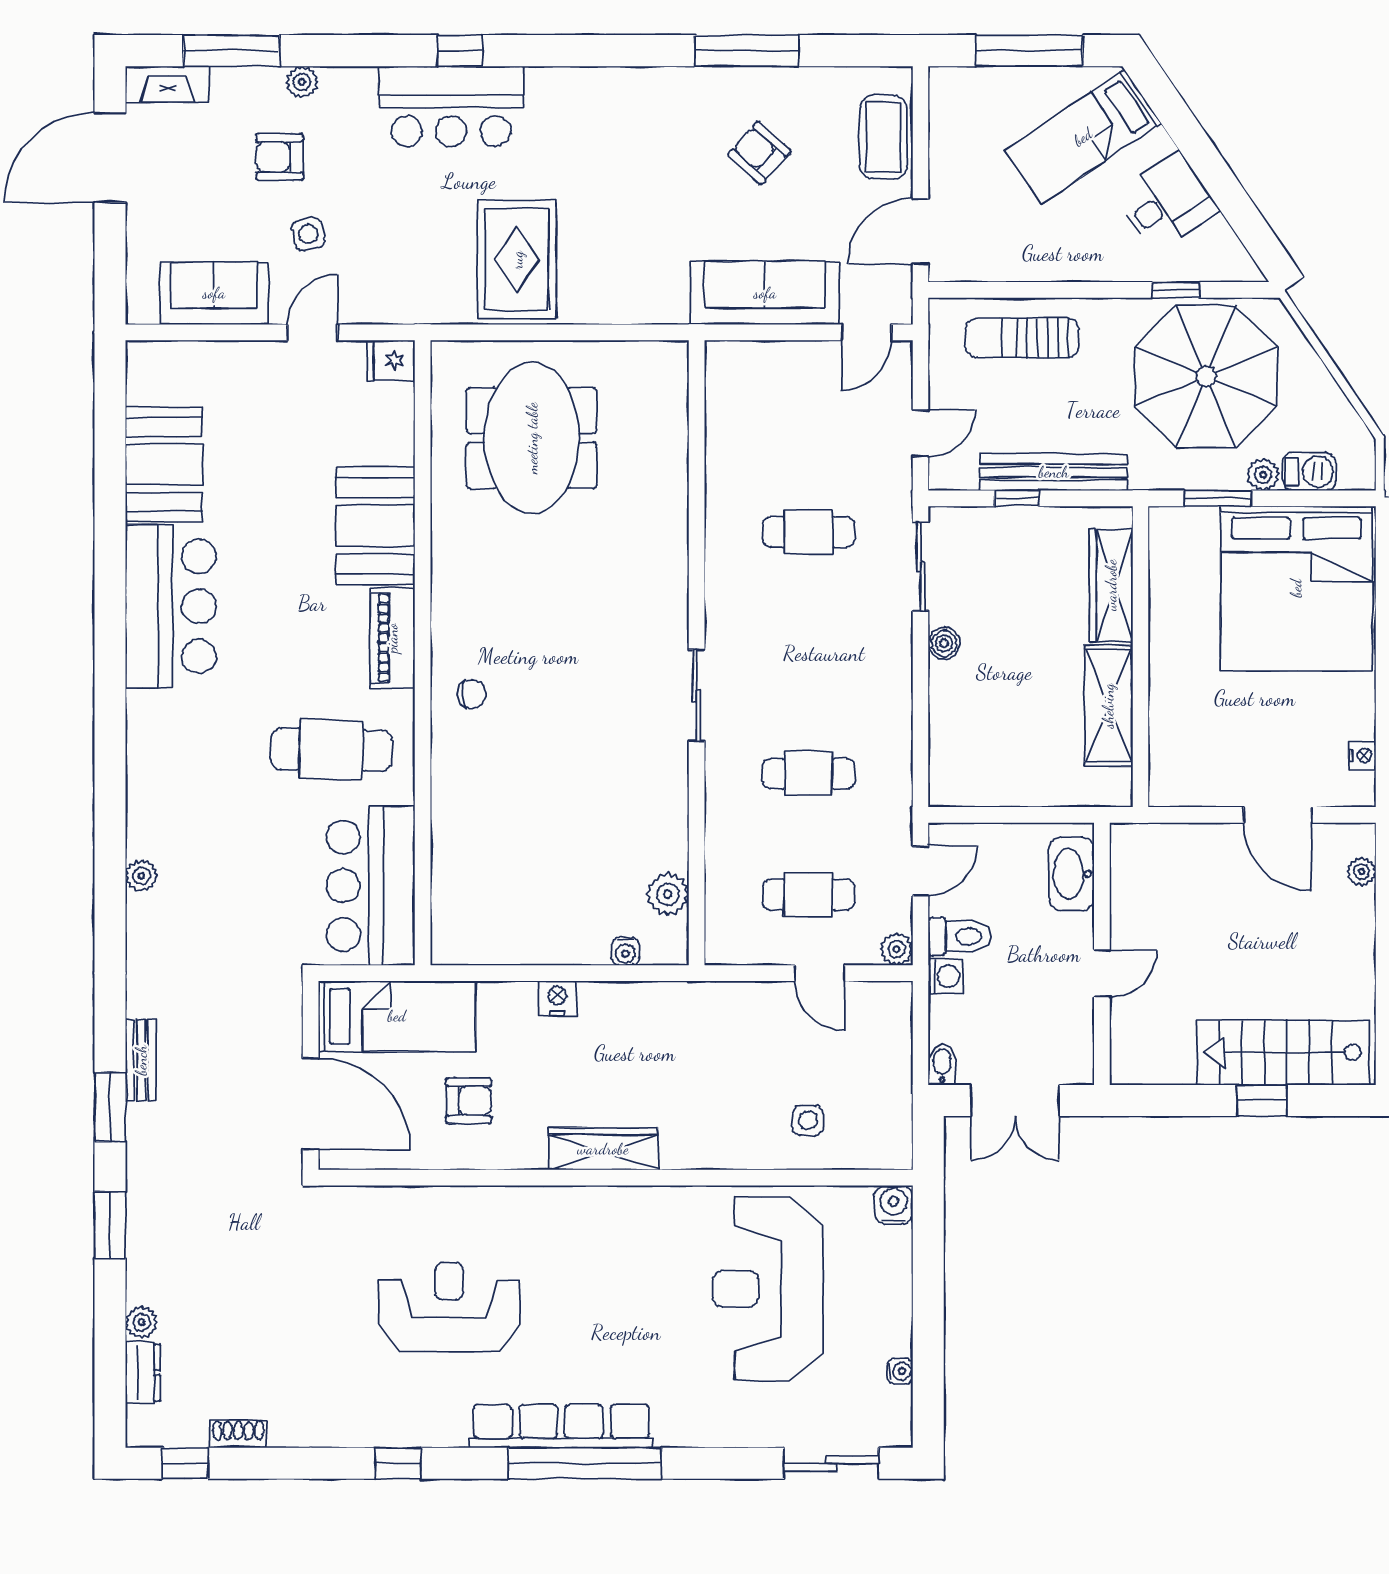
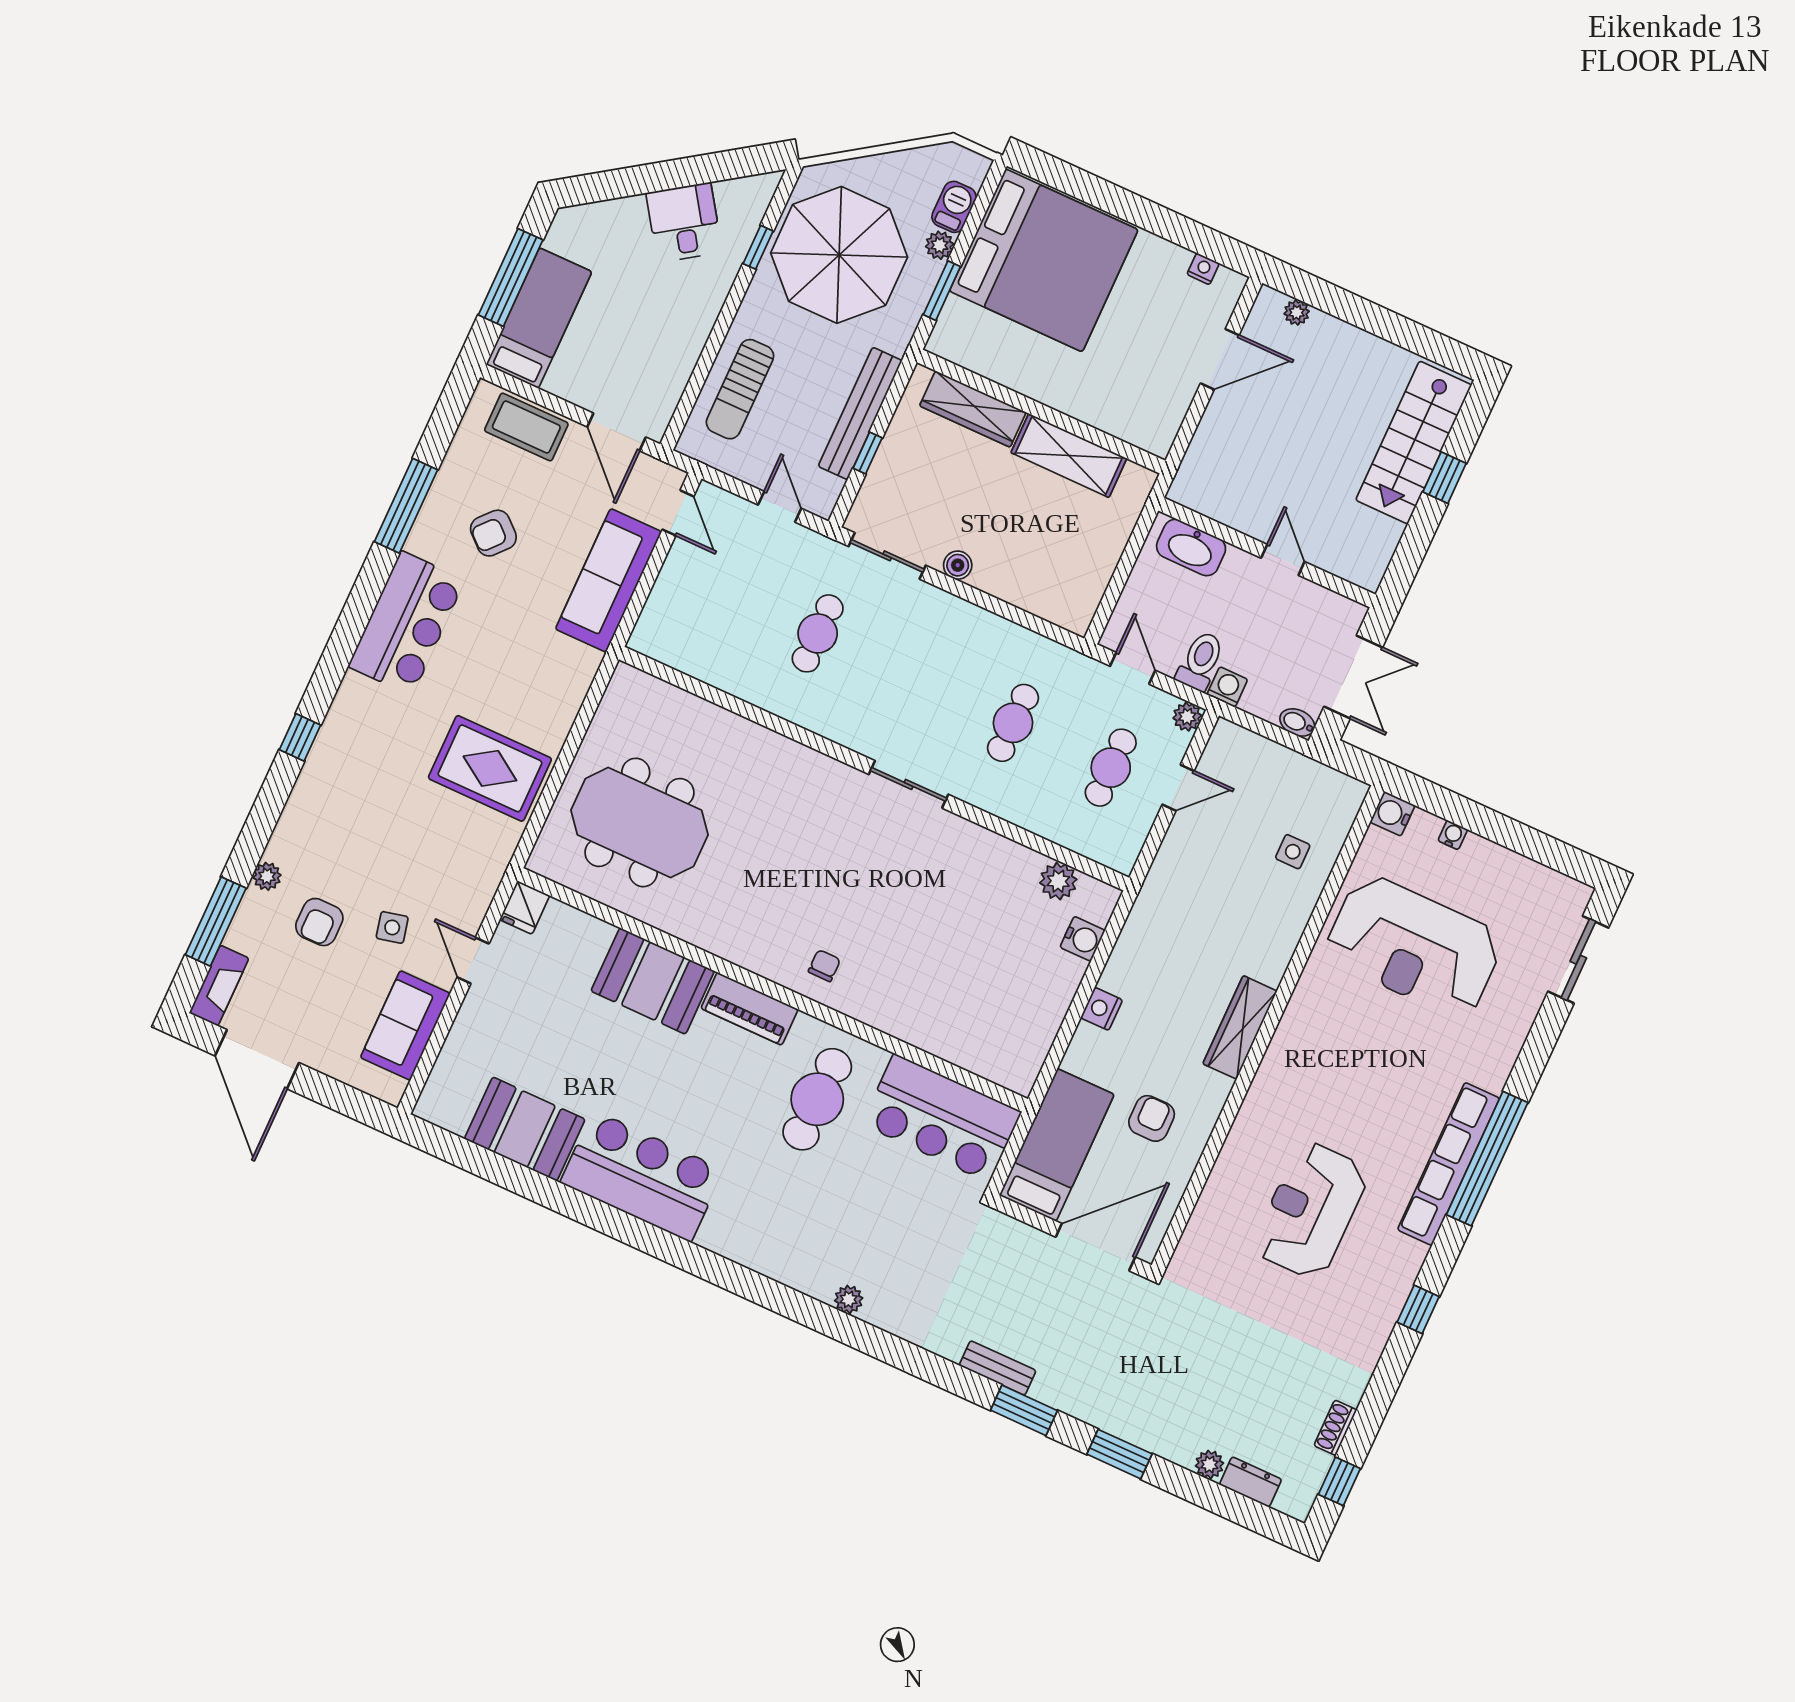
bar counter: (451, 106) -> (407, 623), moved
bed: (1083, 137) -> (539, 318), moved, turned -146
water cooler: (625, 951) -> (1082, 939), width x1.38, depth x1.38
water cooler: (900, 1371) -> (1453, 835), moved

